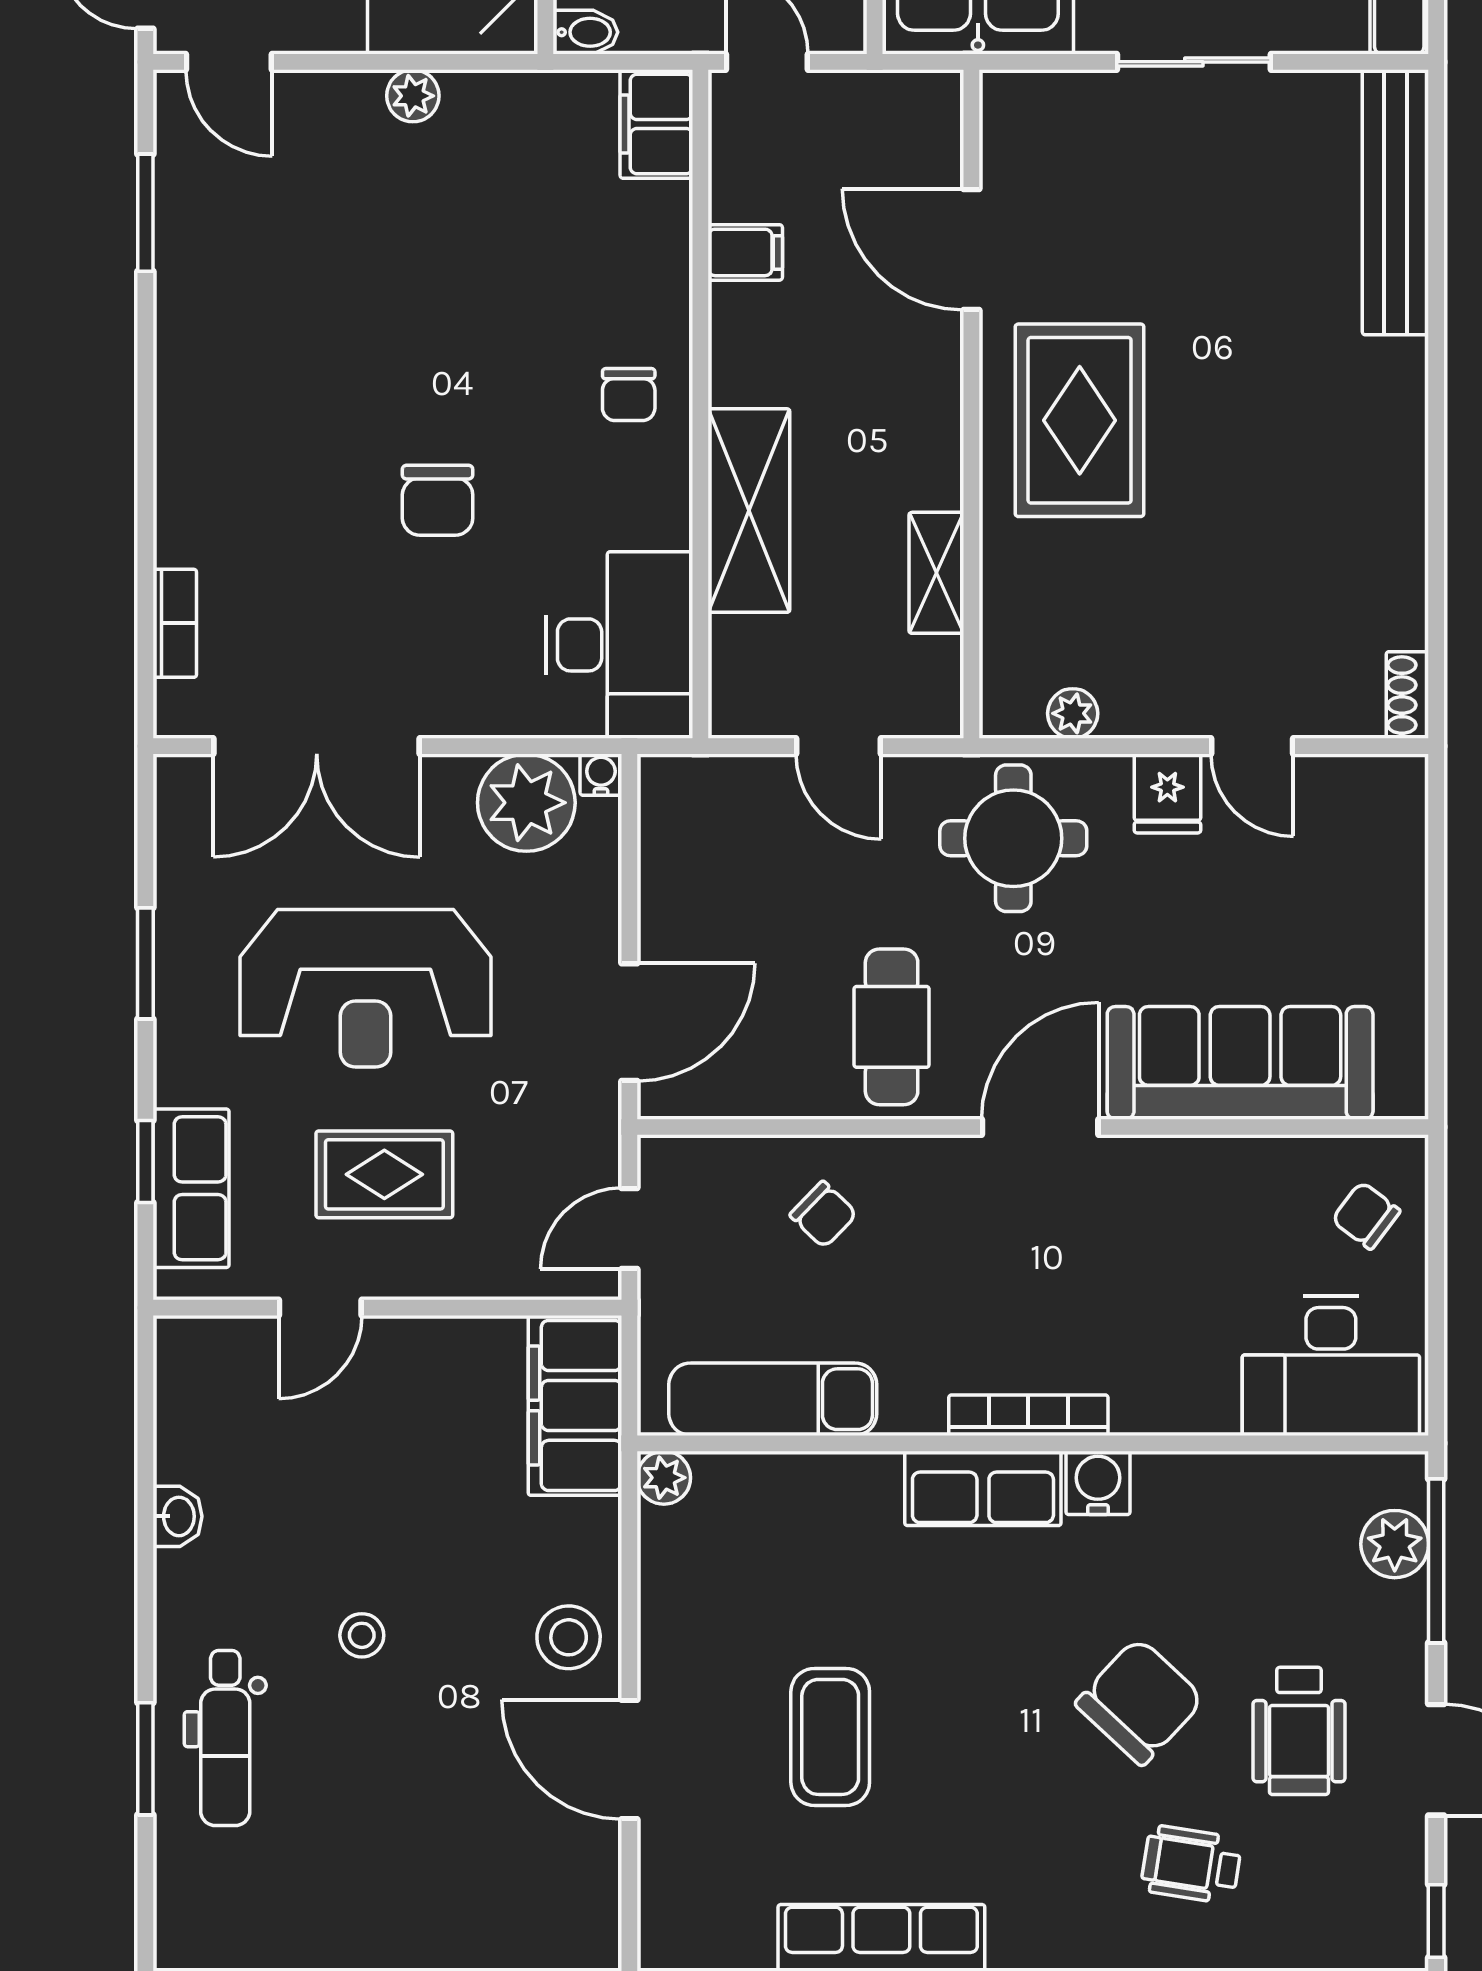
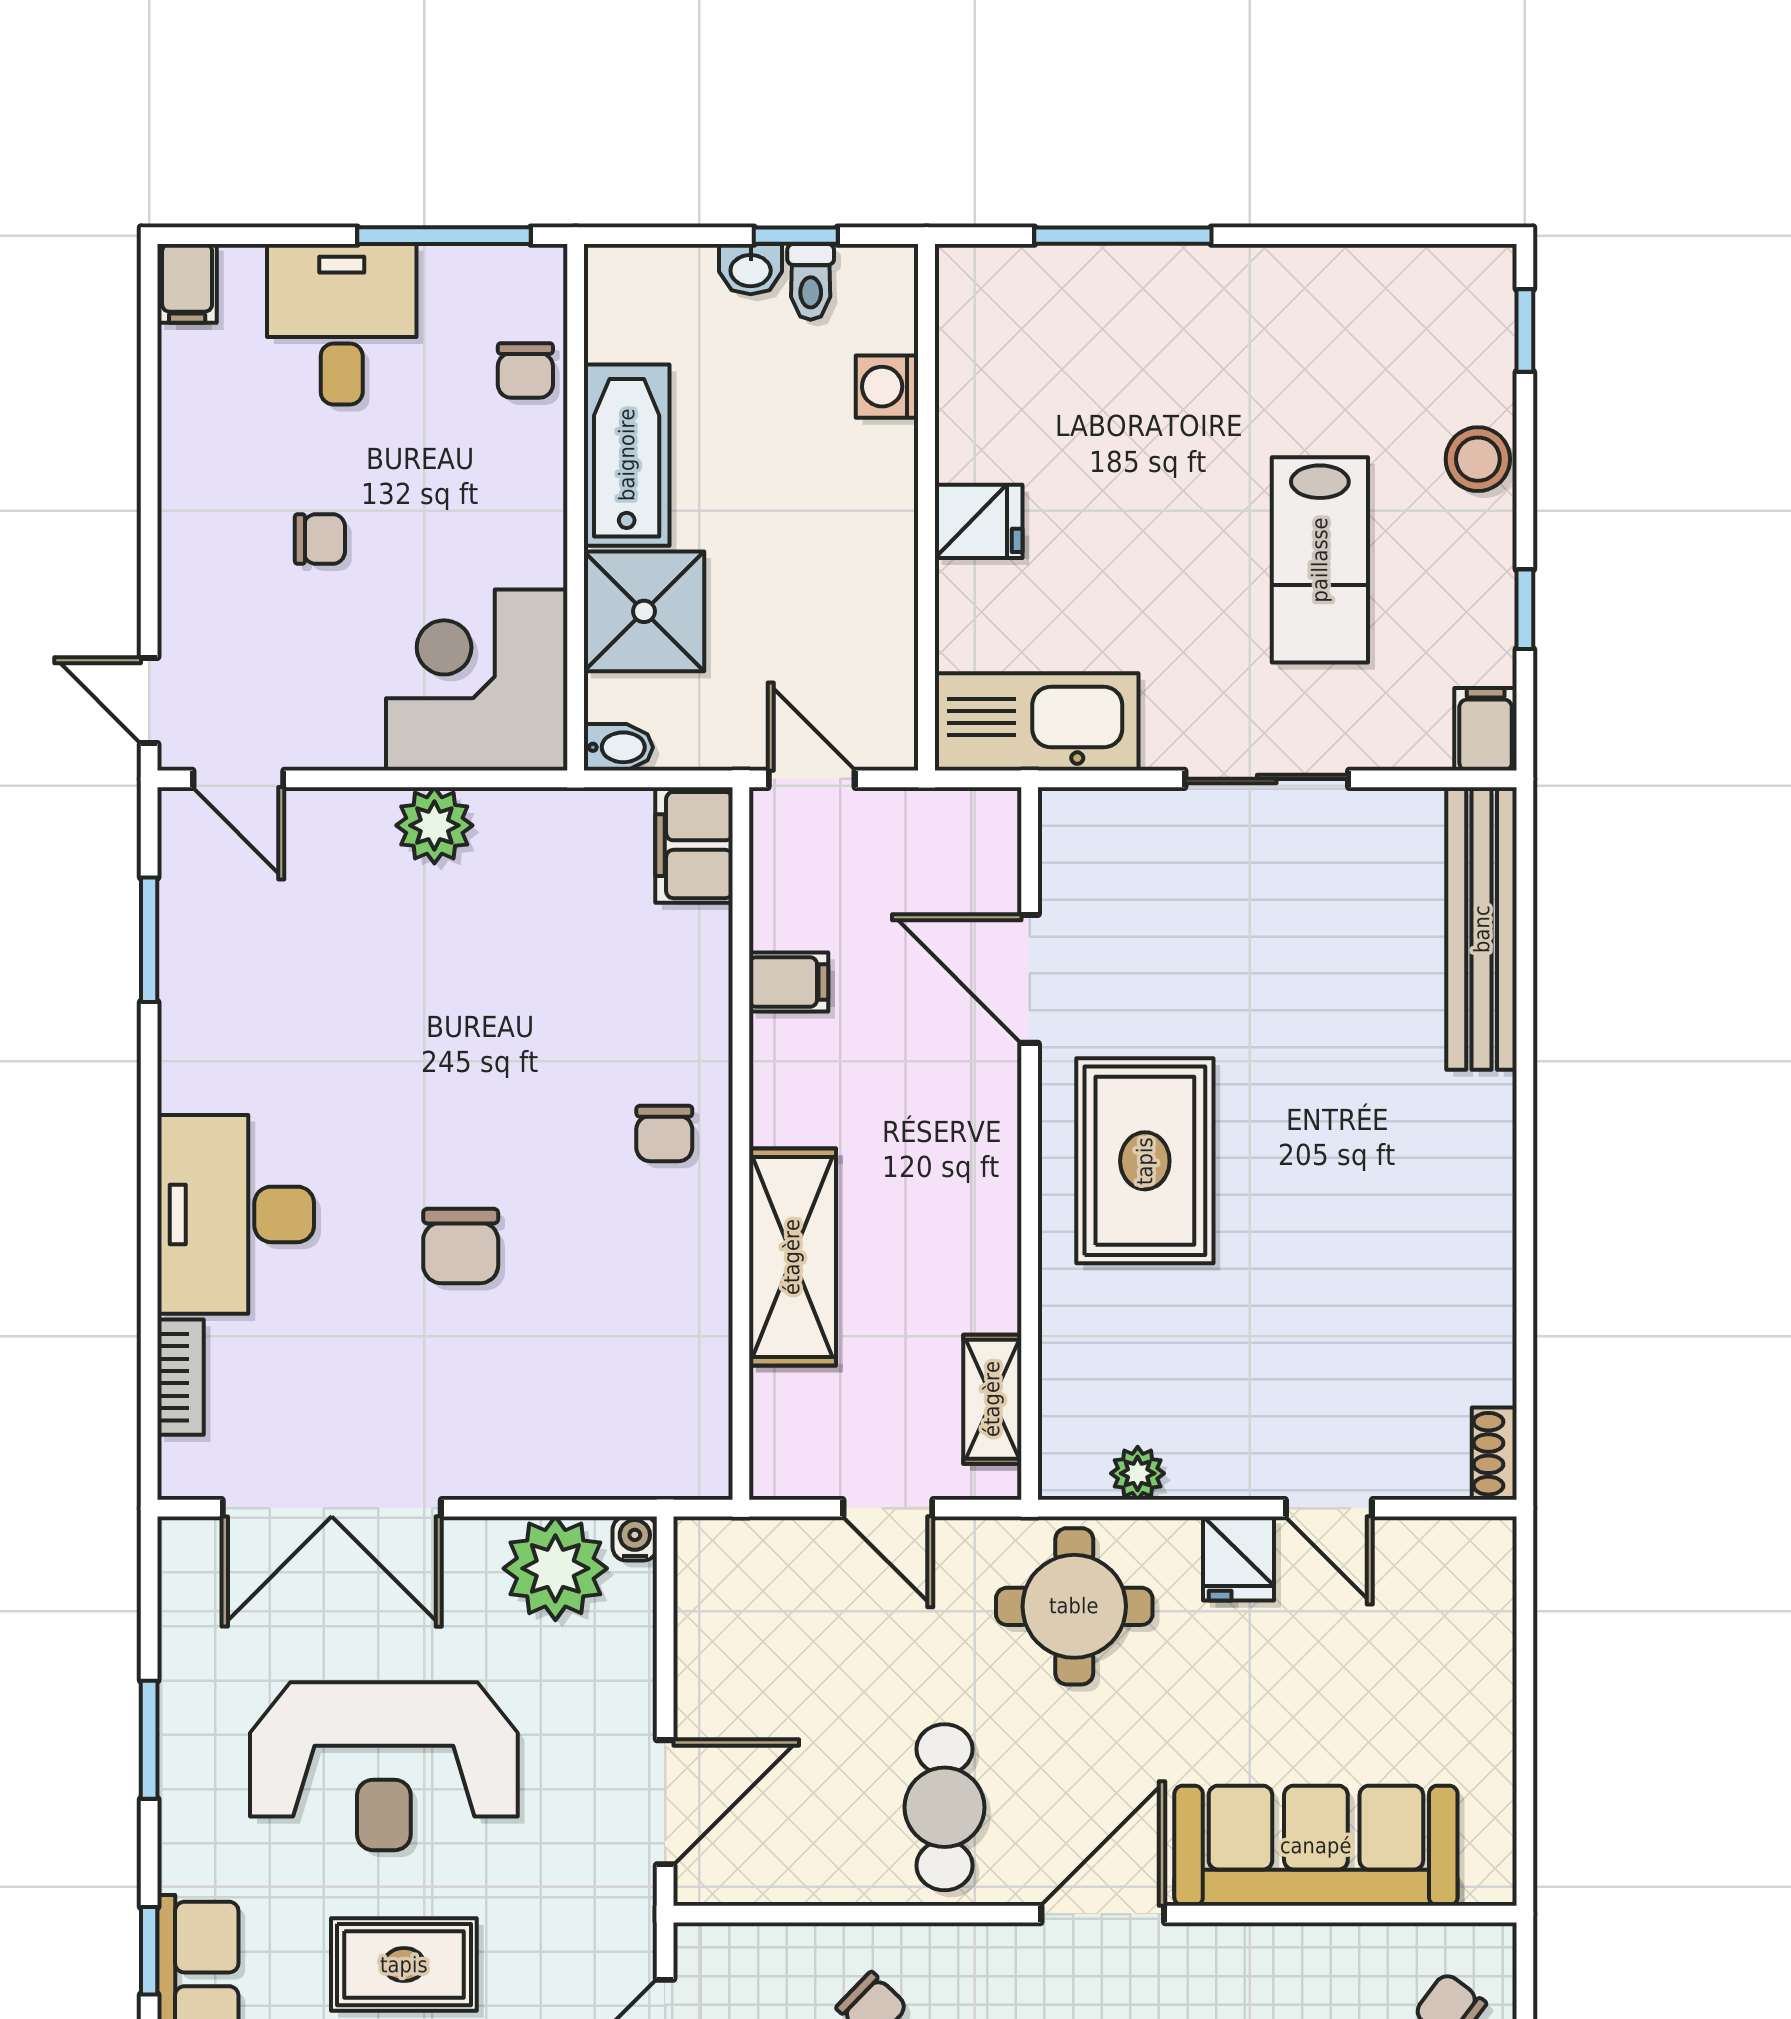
plant: (413, 96) -> (434, 825), width x1.38, depth x1.38
shelving: (936, 573) -> (992, 1399), moved
desk: (619, 645) -> (236, 1214), moved, turned 180

